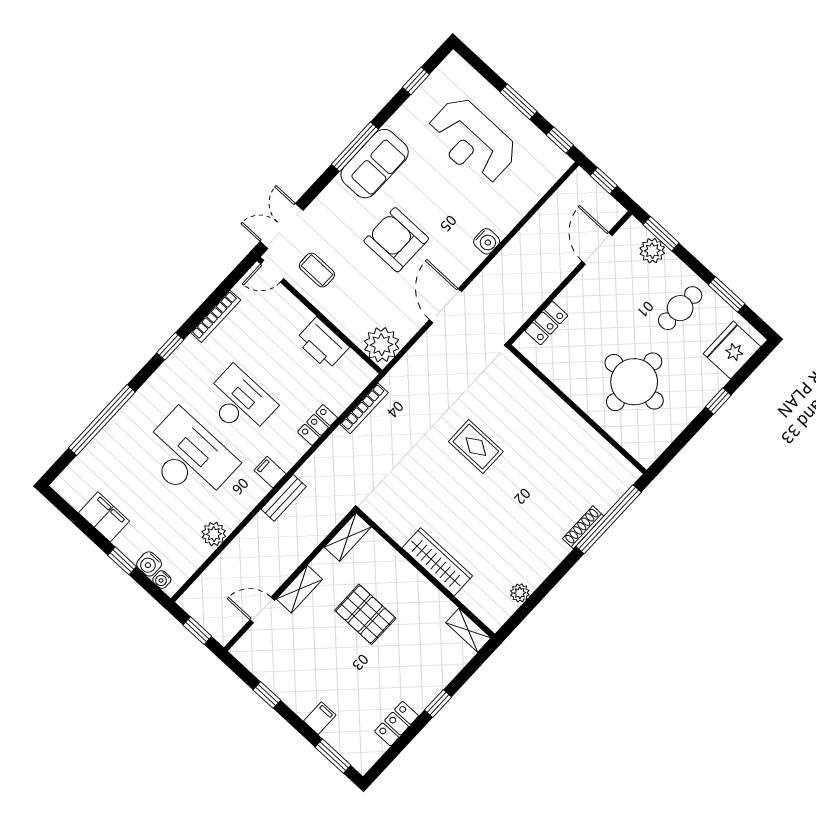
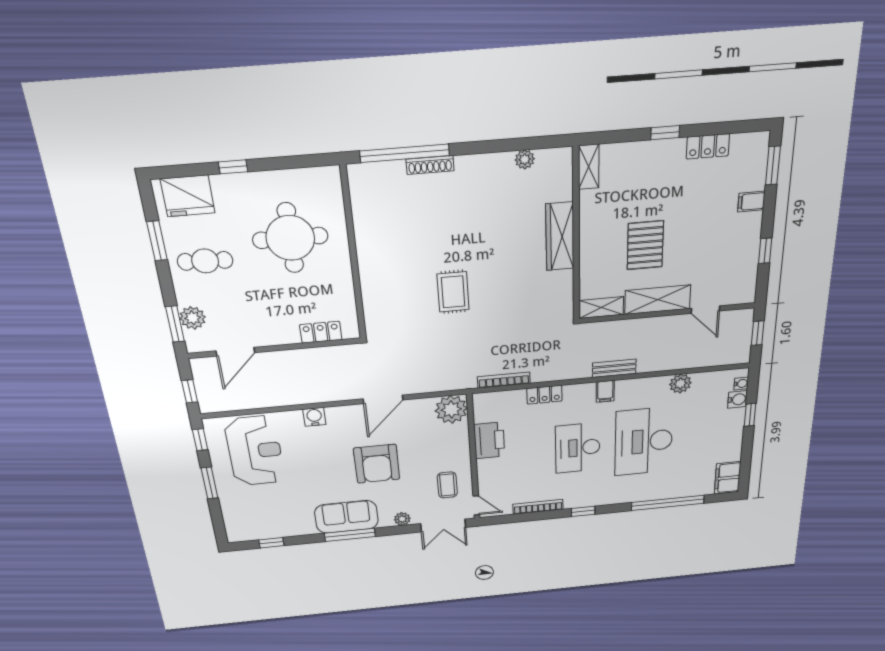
reception desk: (472, 141) -> (255, 451), moved
plant: (324, 202) -> (402, 519), added
filing cabinet: (104, 517) -> (728, 478), moved
shelving: (299, 589) -> (658, 300), width x1.50, depth x1.33

